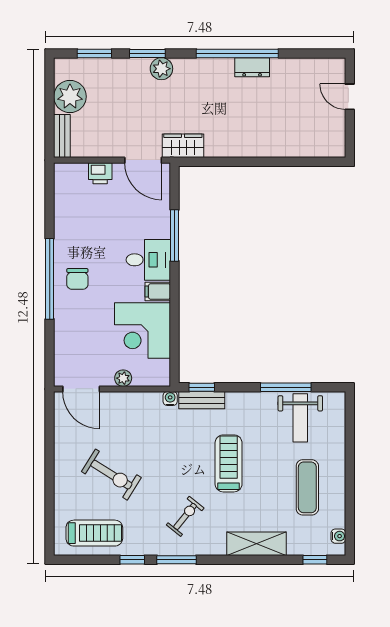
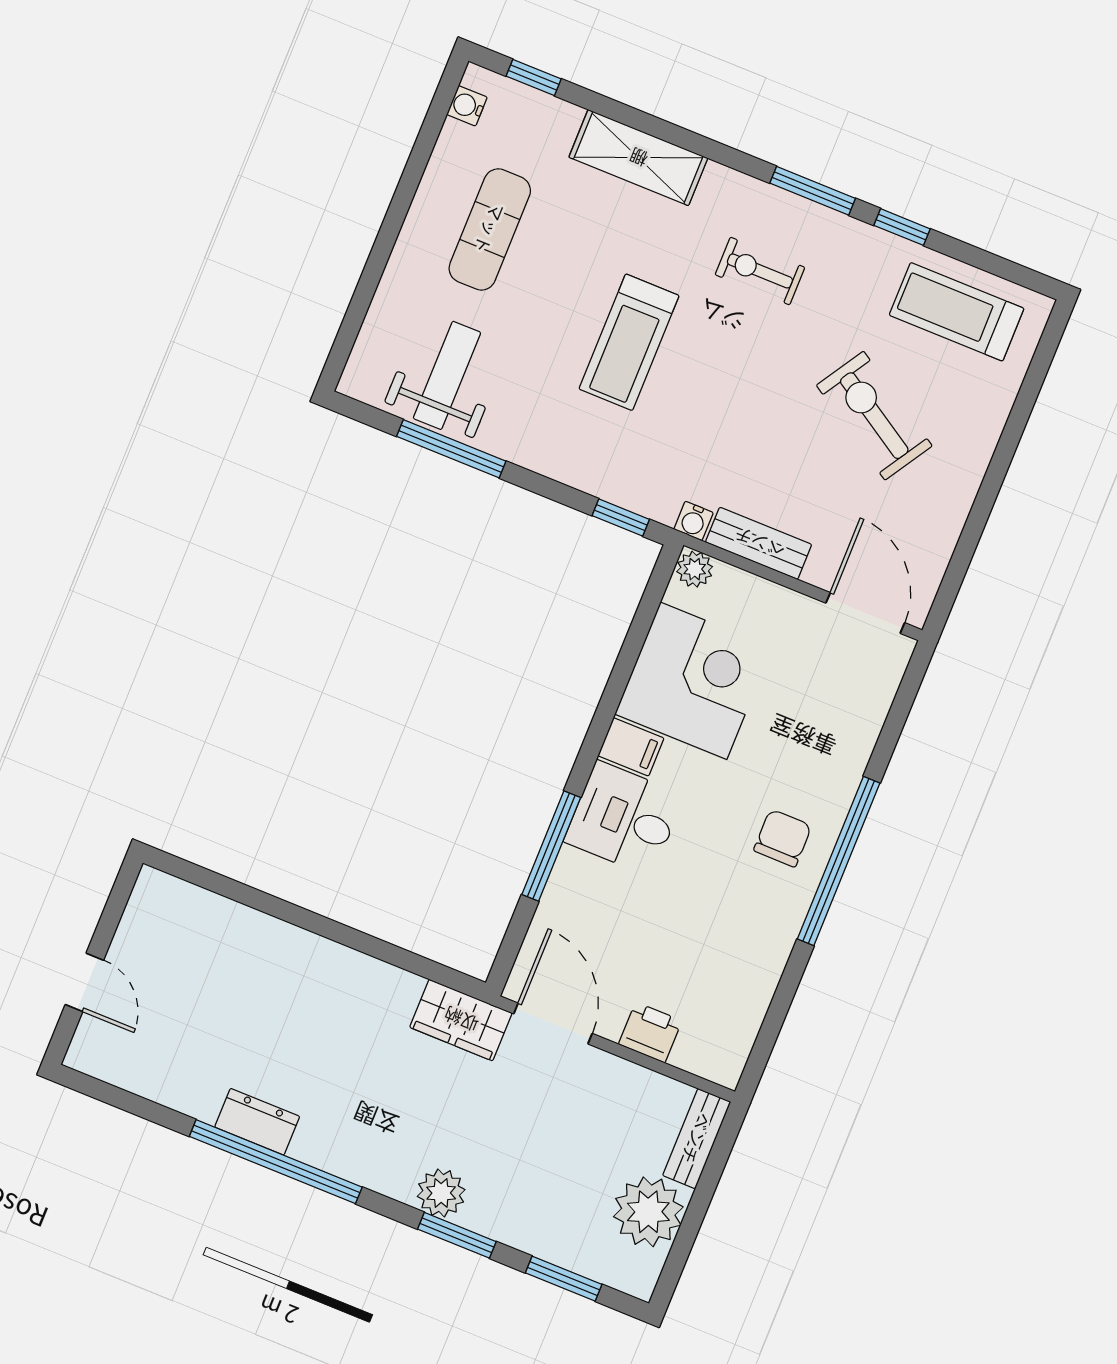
plant: (123, 378) -> (695, 569), moved
bench: (202, 400) -> (759, 543), moved
exercise bike: (185, 516) -> (760, 271), turned 51

